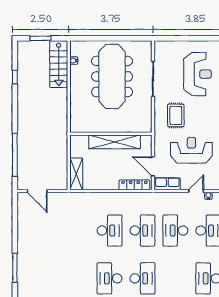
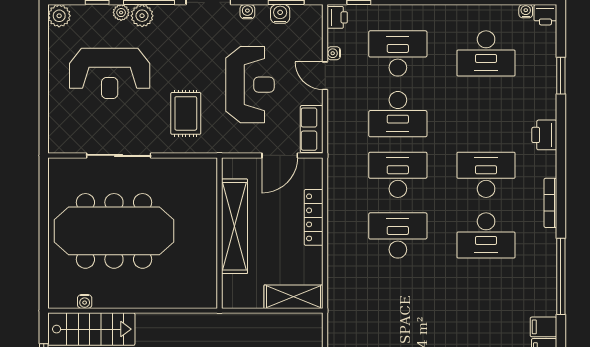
reception desk: (198, 74) -> (110, 73), turned 180
rug: (176, 115) -> (186, 113), turned 90
reception desk: (191, 150) -> (250, 85), turned 180
locker: (134, 185) -> (314, 217), moved

